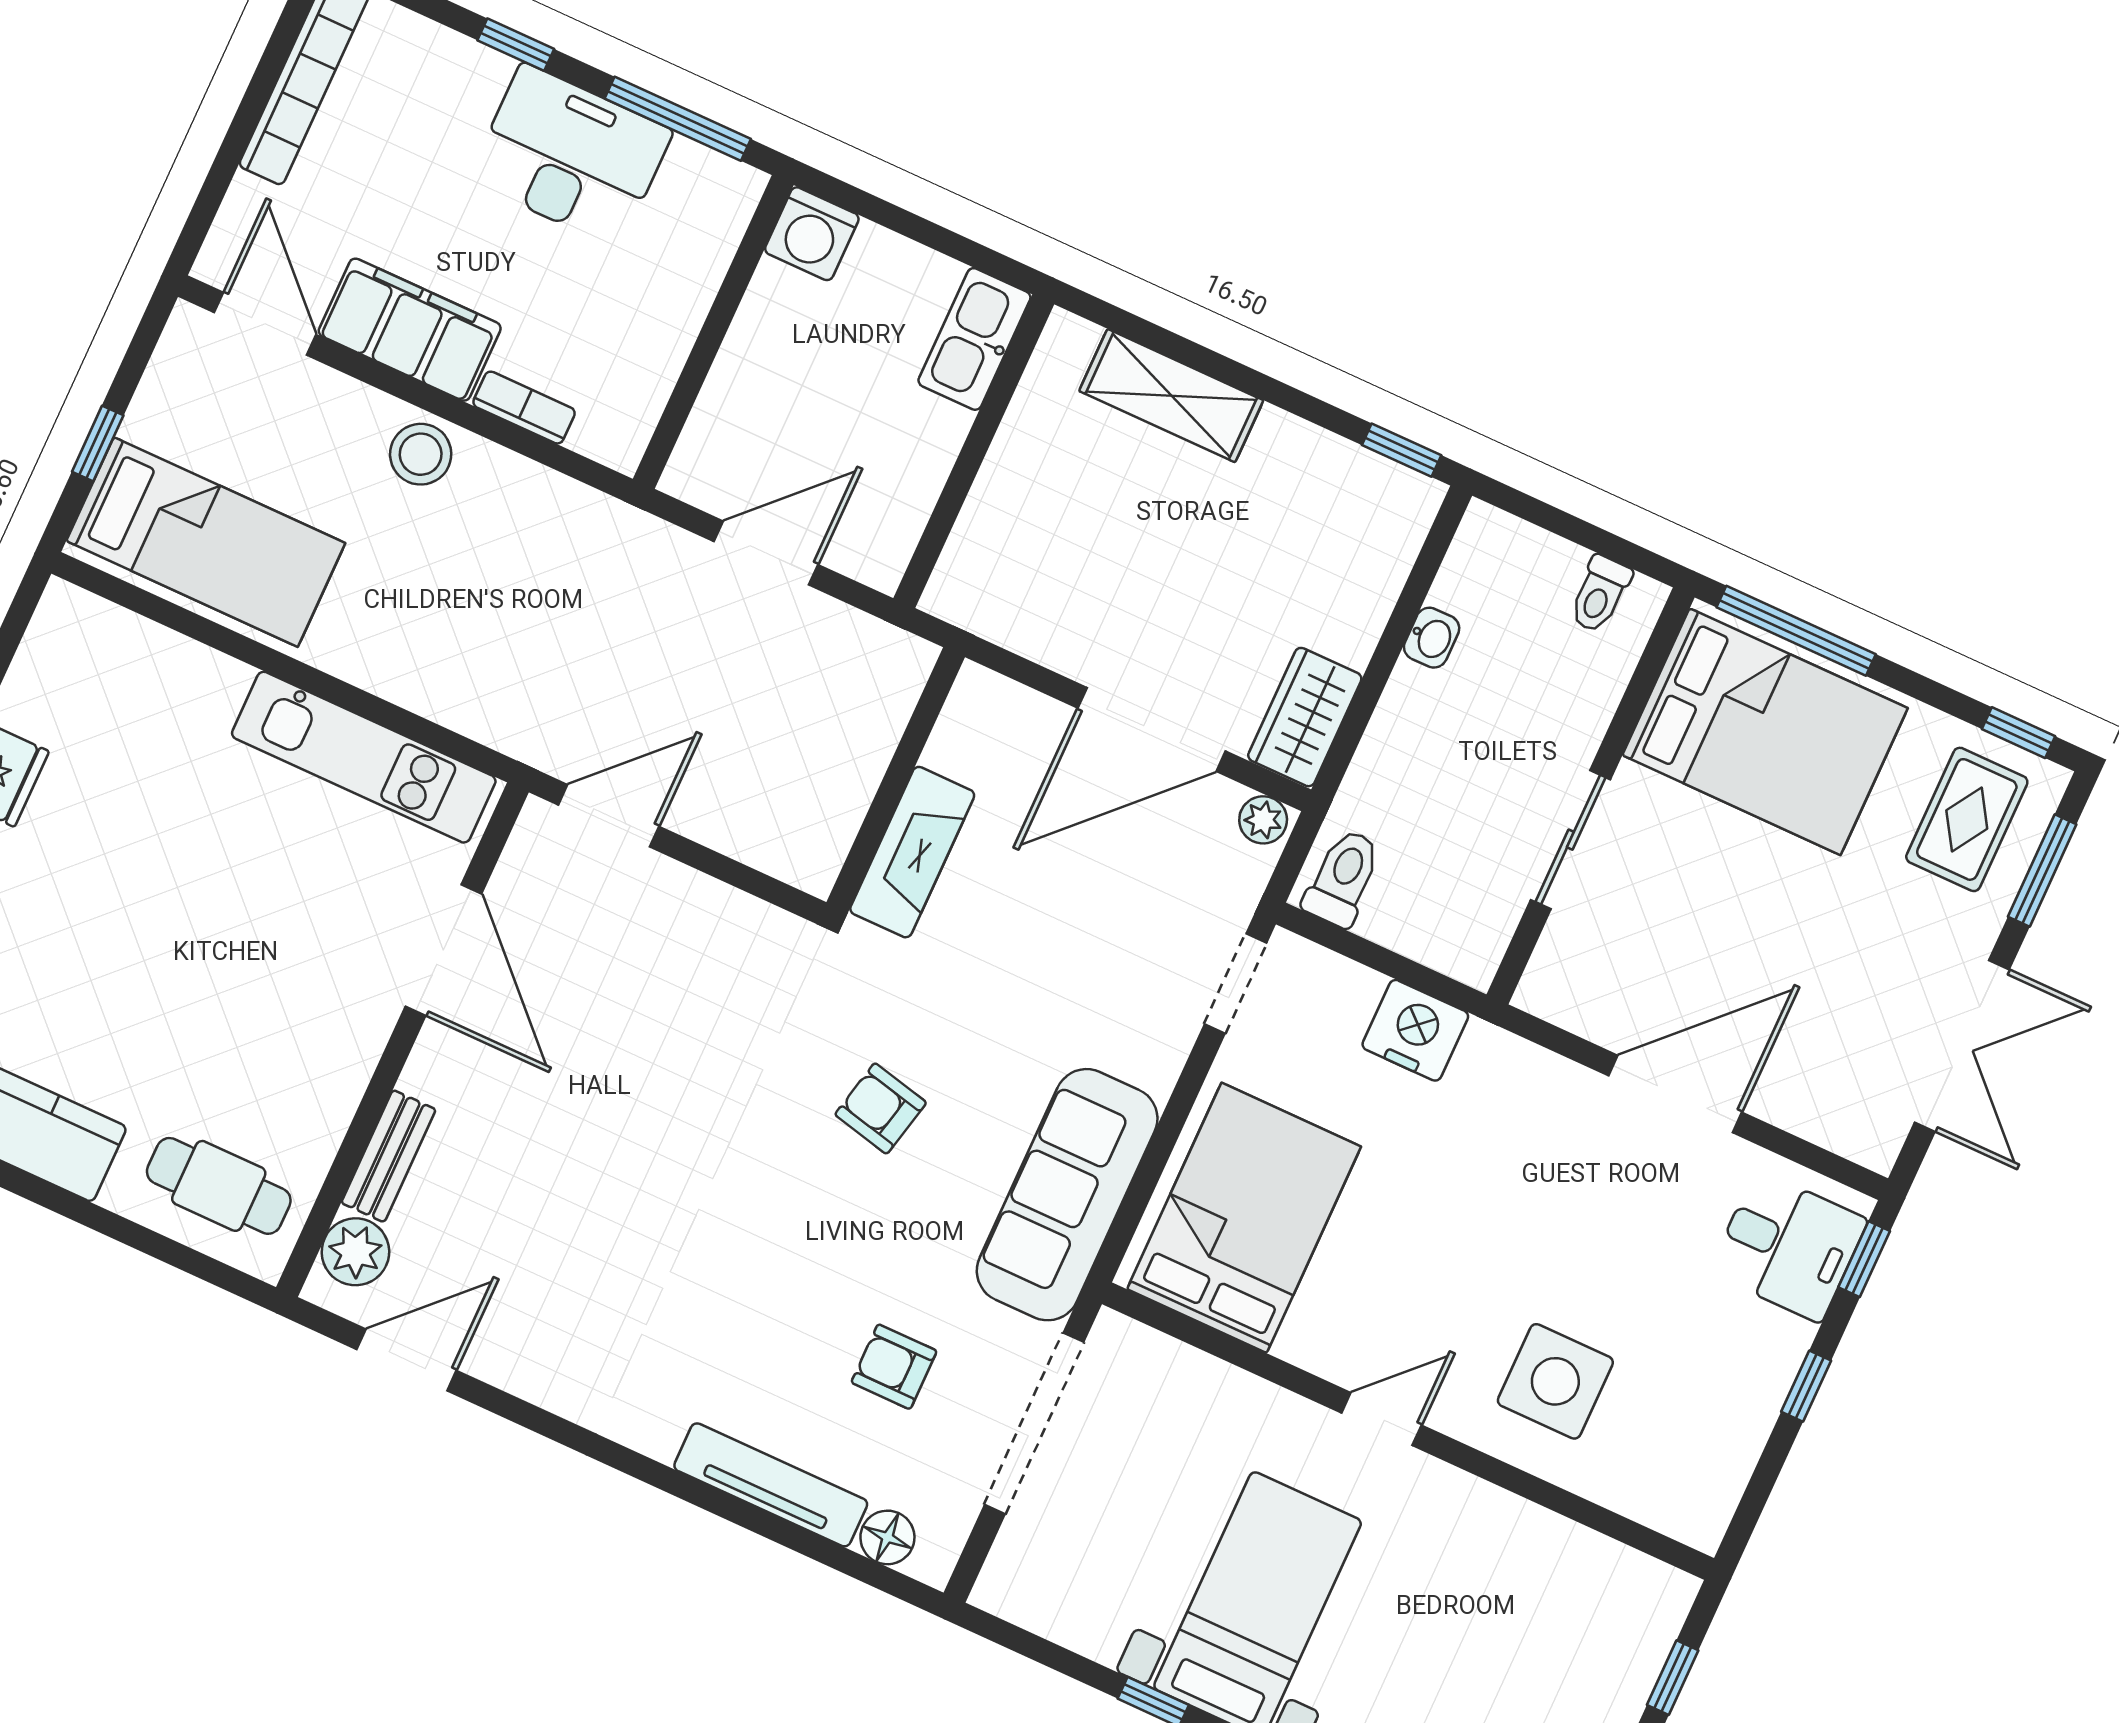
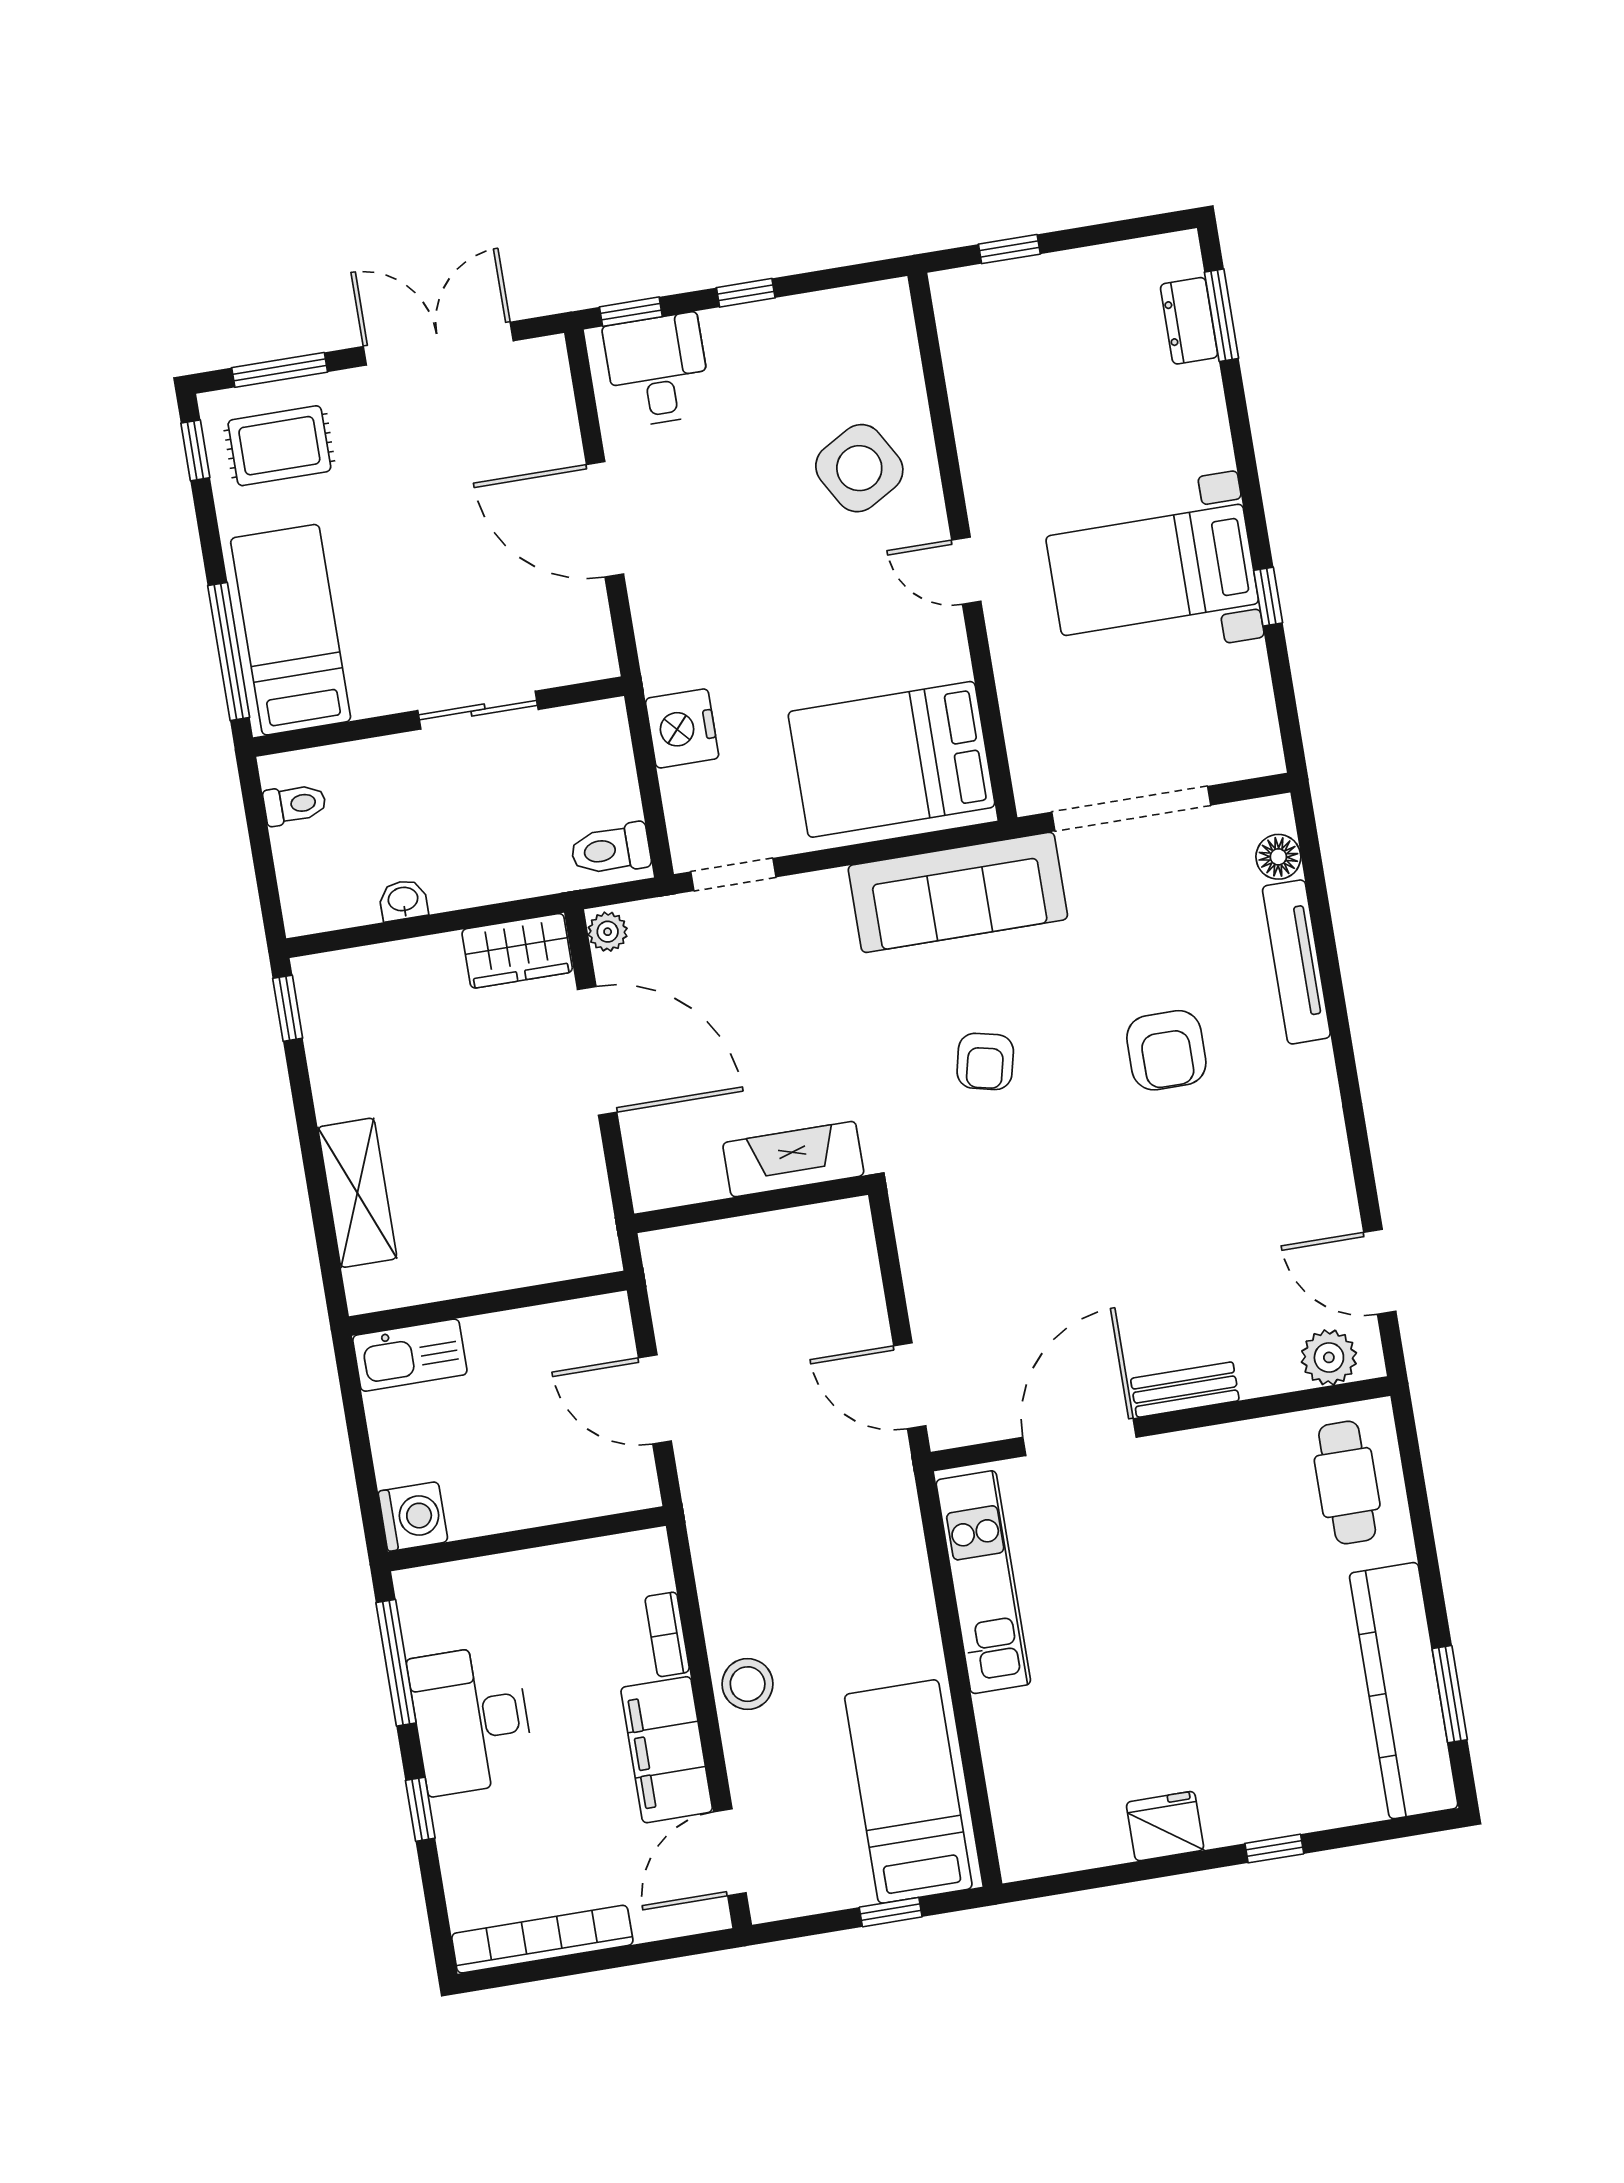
bed: (1765, 732) -> (291, 630), width x0.67
bench: (388, 1156) -> (1185, 1390), moved
armchair: (894, 1367) -> (1166, 1050), moved, width x1.38, depth x1.38
side table: (1555, 1381) -> (859, 468), turned -30

